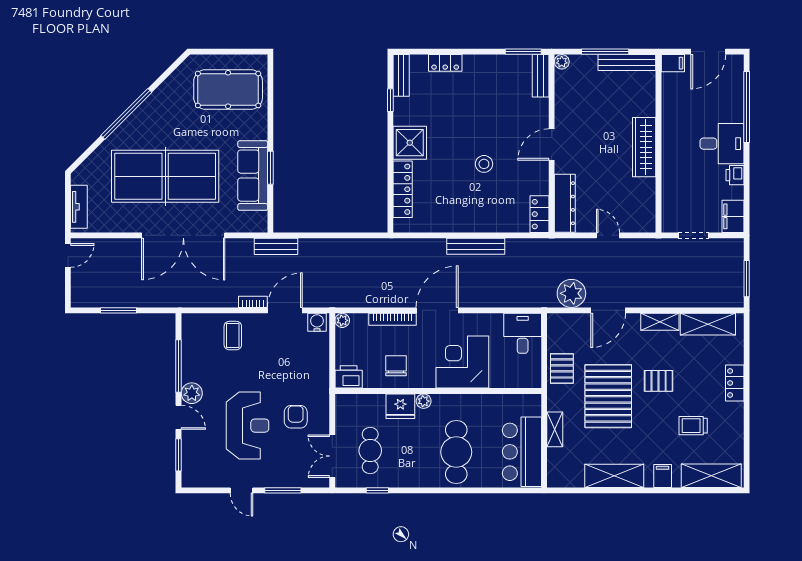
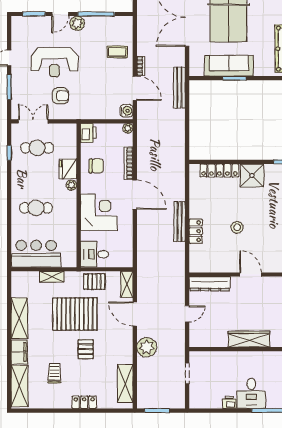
locker: (539, 214) -> (196, 231), moved, turned 90
filing cabinet: (733, 216) -> (200, 401), removed
bench: (276, 246) -> (179, 88), width x1.36
plant: (571, 293) -> (147, 347), moved
shelving: (660, 322) -> (127, 284), moved
desk: (523, 333) -> (95, 254), moved, turned 180
cafe table: (456, 452) -> (36, 208), width x0.73, depth x0.74
filing cabinet: (663, 476) -> (19, 352), width x2.00

